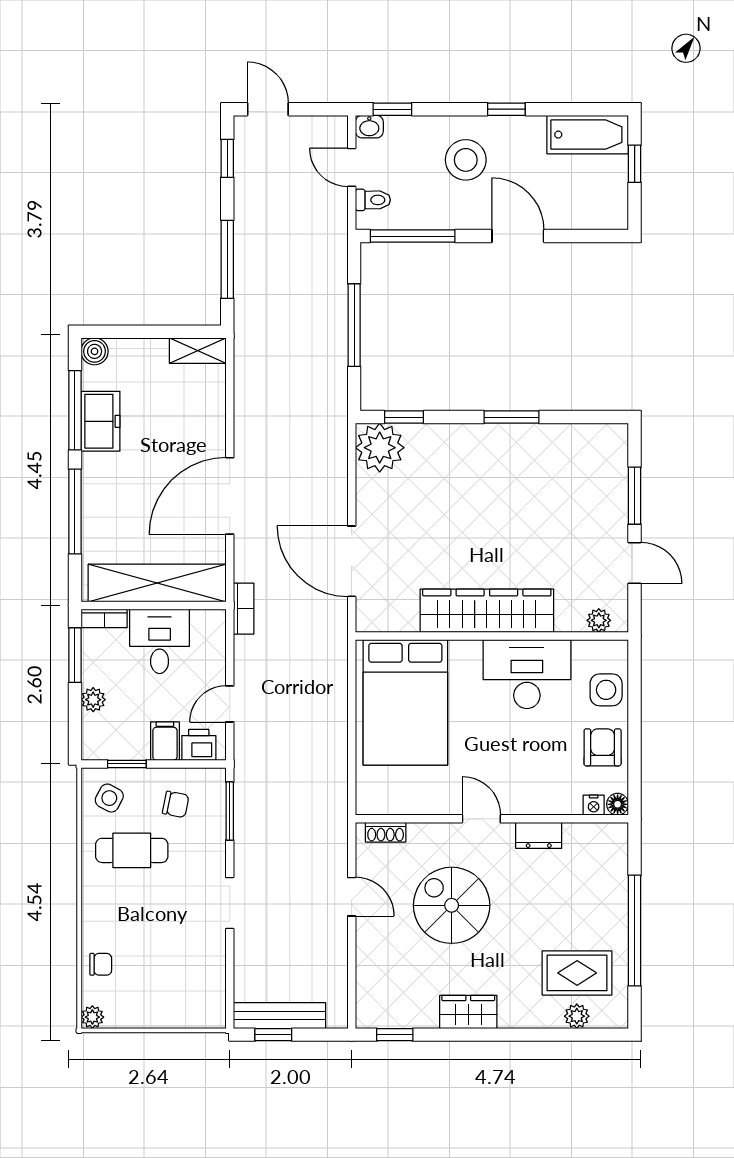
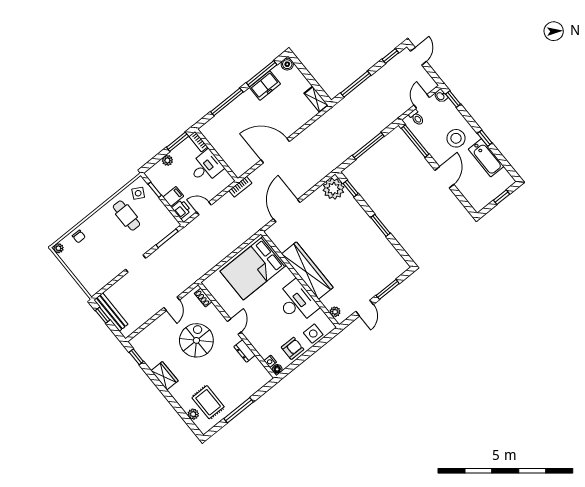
bathtub: (588, 135) -> (486, 158), moved
shelving: (157, 583) -> (225, 150), removed
chair: (176, 804) -> (154, 218), removed
window: (635, 931) -> (239, 410), width x0.68

